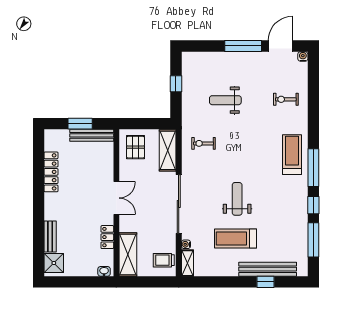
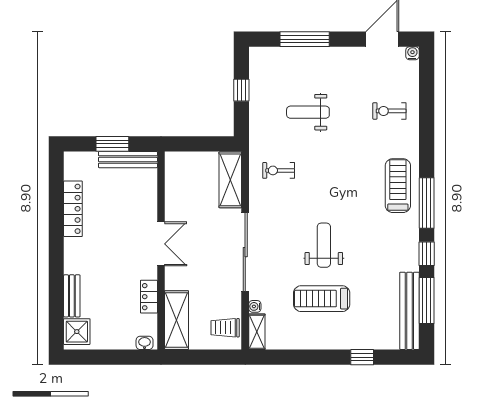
window: (243, 46) -> (305, 39), moved
pallet: (136, 147) -> (187, 175), removed
bench: (268, 269) -> (409, 311), moved, turned 90

